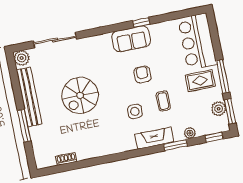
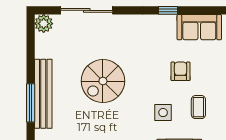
window: (141, 22) -> (168, 10), moved
sofa: (131, 39) -> (199, 27), moved
bench: (29, 97) -> (43, 94), moved

